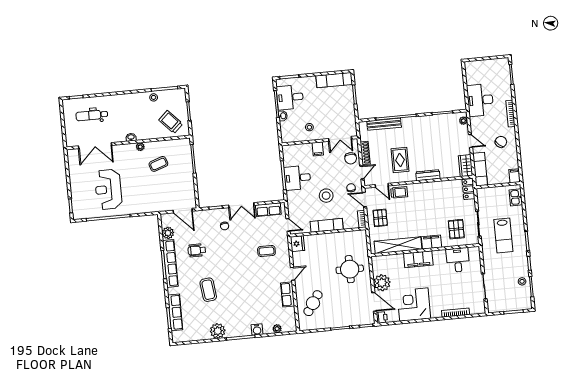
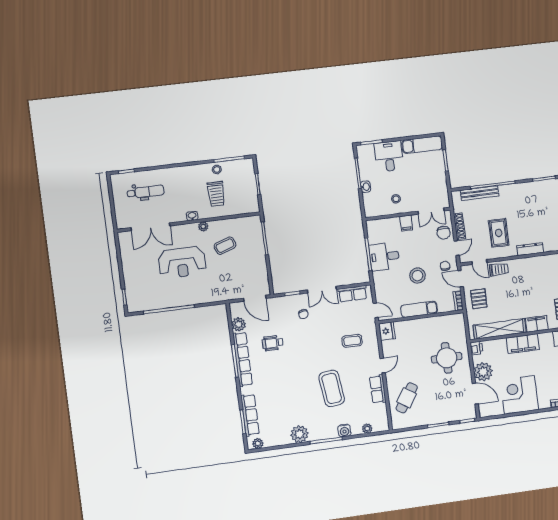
desk: (290, 97) -> (389, 156), moved, turned 90
dental chair: (92, 115) -> (146, 192), turned 180
trolley: (171, 122) -> (216, 194), moved, turned -137
reception desk: (108, 189) -> (182, 262), moved, turned -90
coffee table: (208, 290) -> (332, 388), moved, width x1.36, depth x1.32
printer: (382, 318) -> (476, 348), moved
plant: (181, 338) -> (258, 443), added

